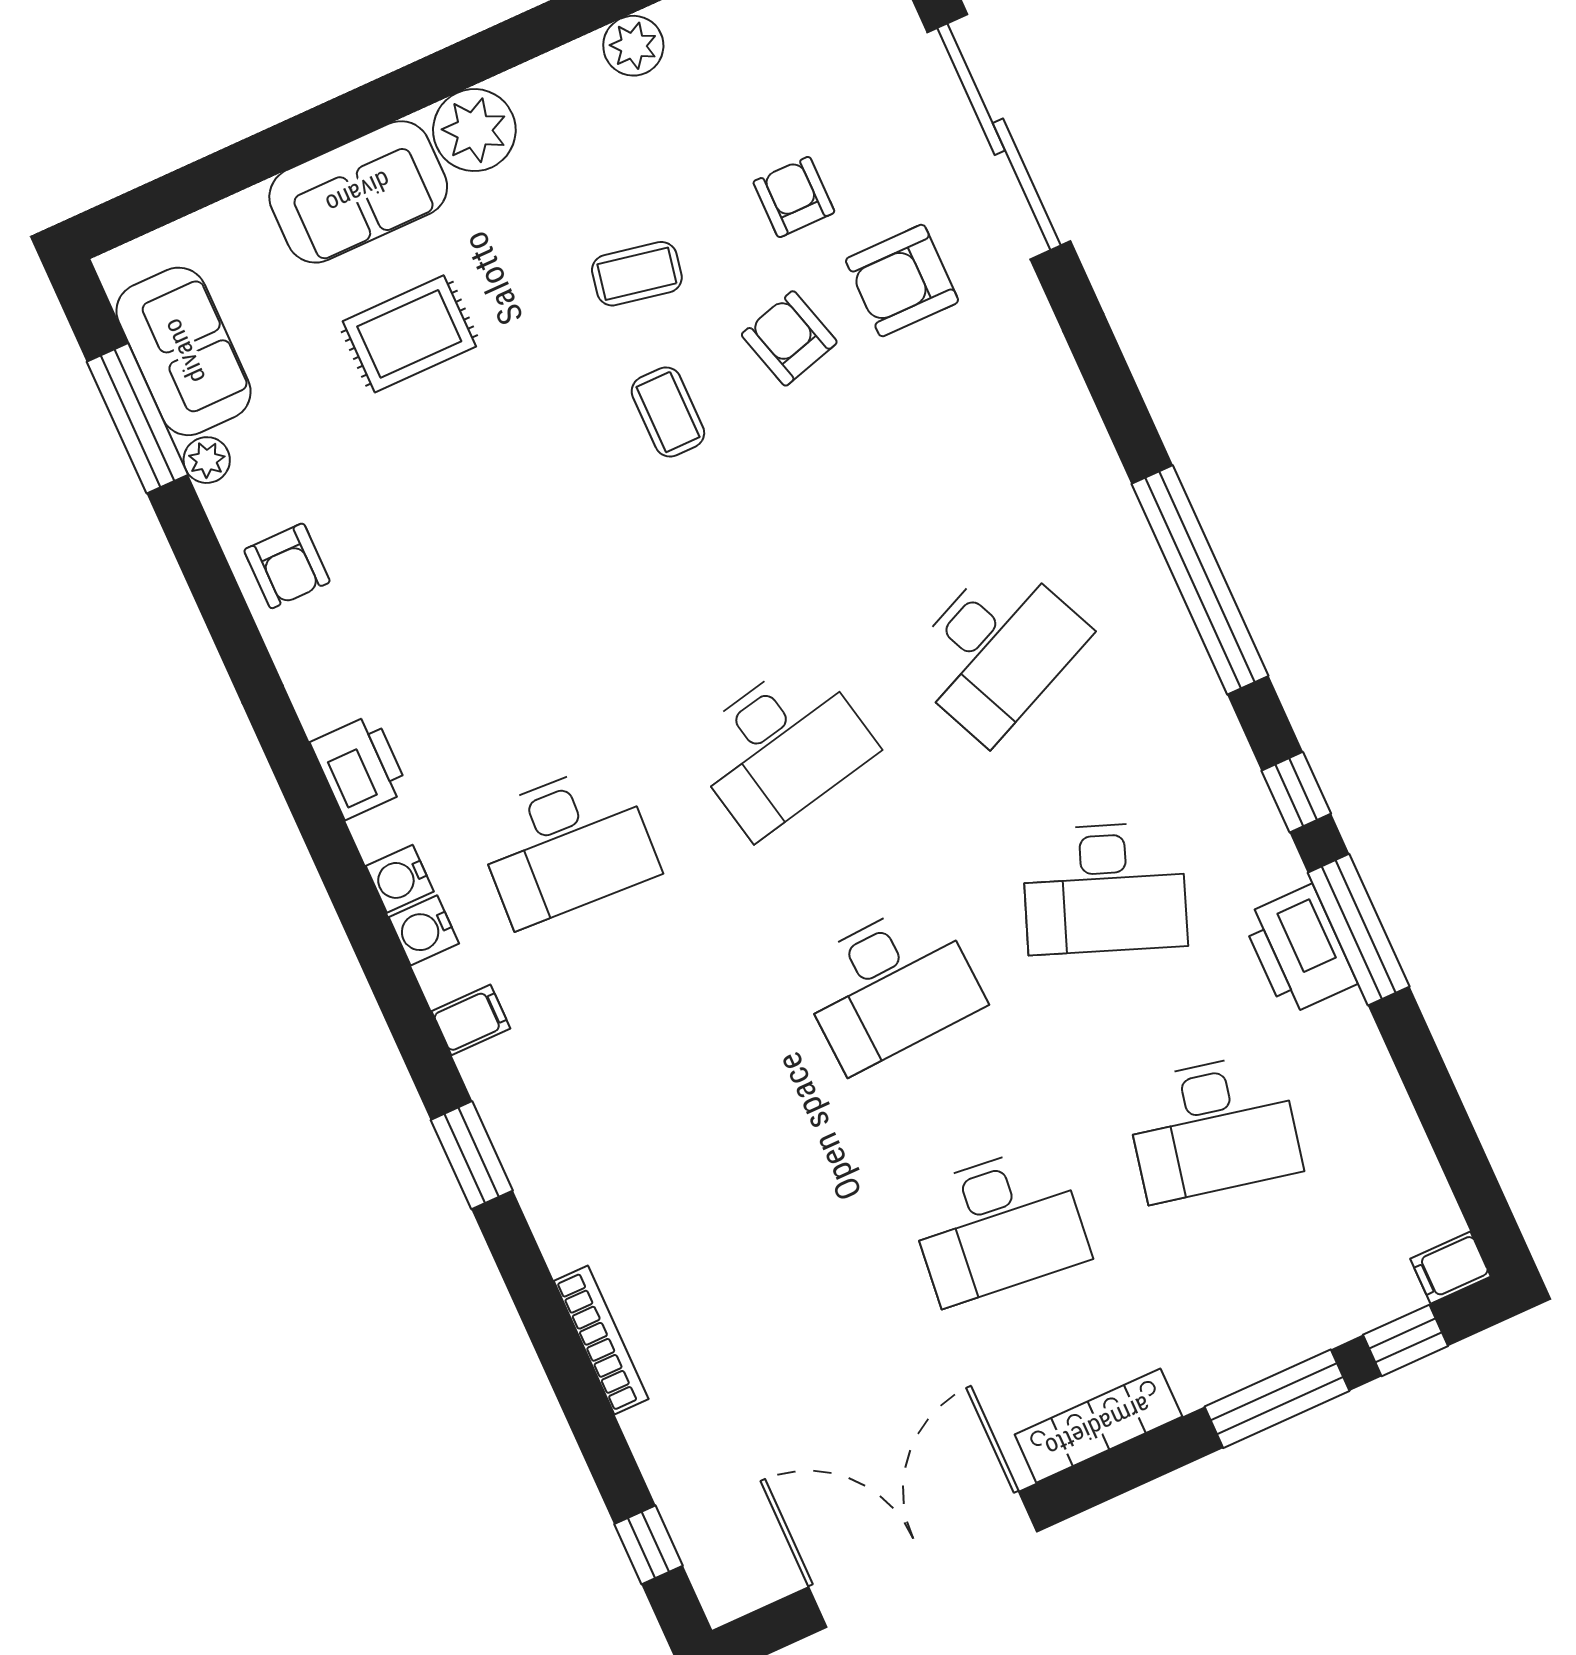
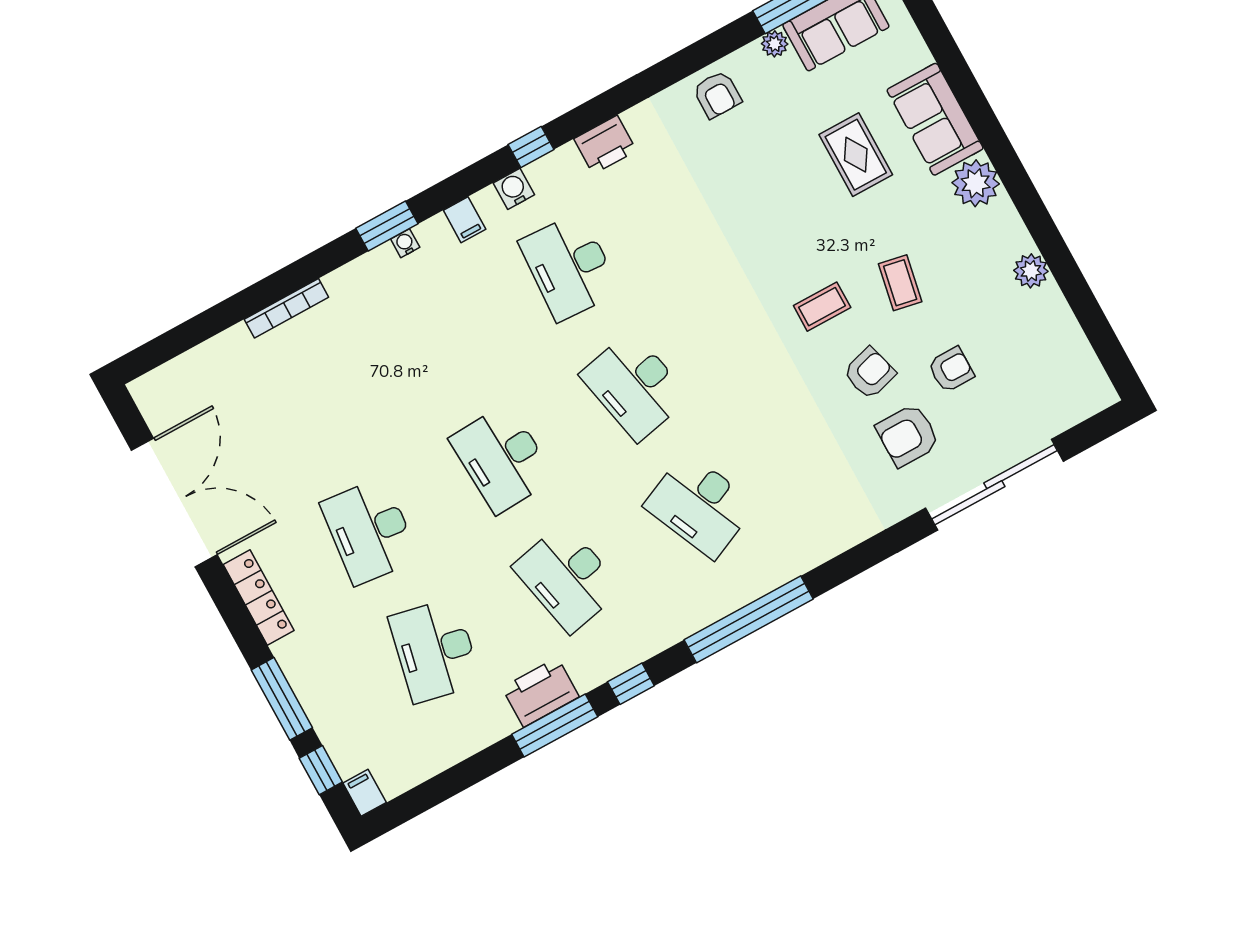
armchair: (902, 281) -> (908, 435), turned -90
armchair: (287, 566) -> (717, 94), turned -90
water cooler: (400, 879) -> (405, 243), moved, width x0.72, depth x0.72
desk: (1105, 888) -> (567, 578), turned -33
window: (648, 1545) -> (531, 147), moved

